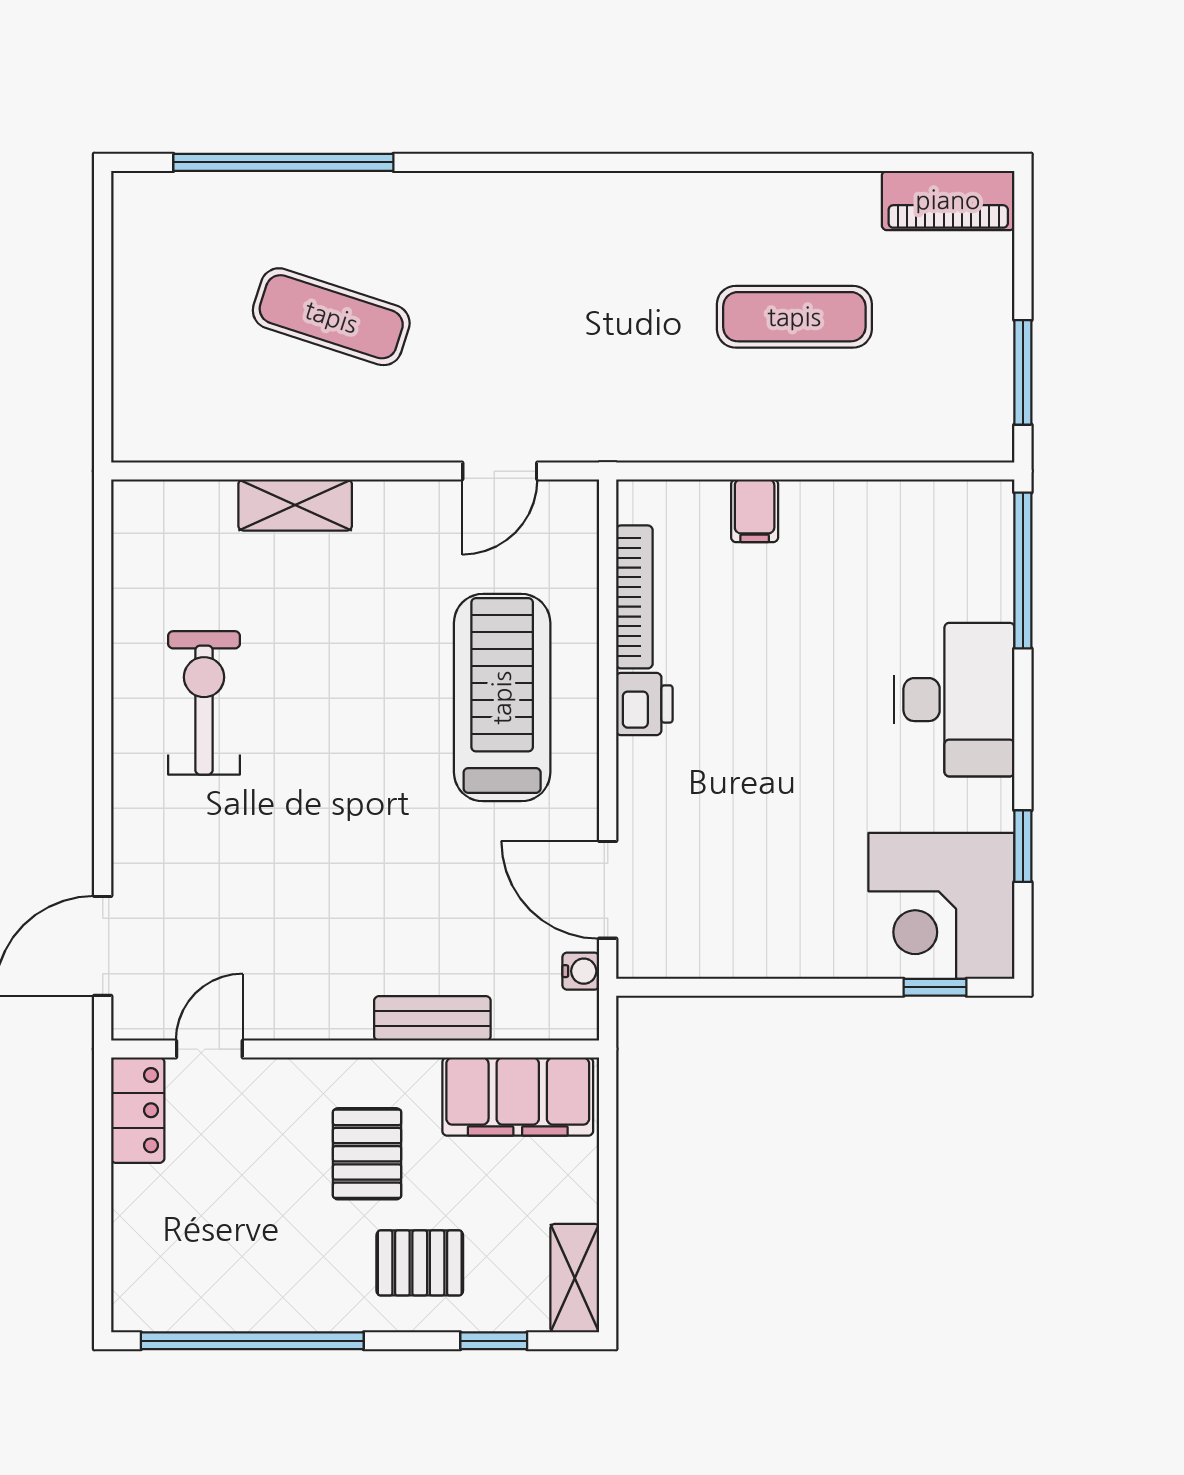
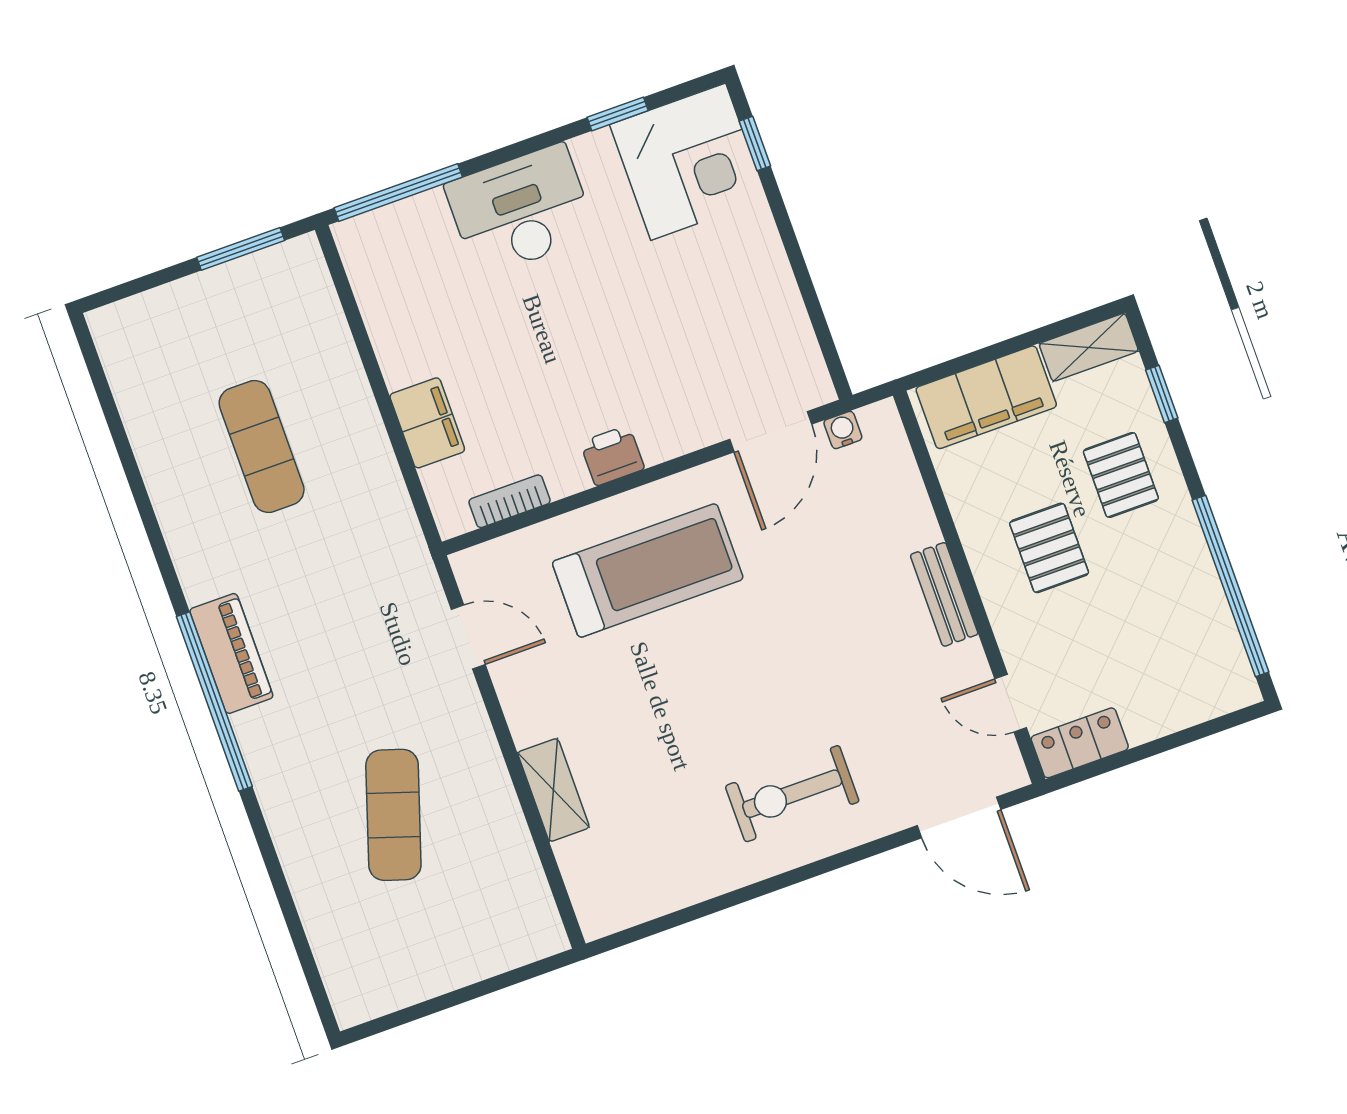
window: (283, 162) -> (214, 701), moved
piano: (948, 200) -> (231, 653), moved
filing cabinet: (755, 511) -> (427, 423), width x2.00
bookcase: (634, 597) -> (510, 501), width x0.64
treadmill: (502, 698) -> (648, 570), turned 180
exercise bike: (204, 703) -> (792, 794), moved
bench: (432, 1018) -> (944, 594), moved
filing cabinet: (518, 1097) -> (986, 397), moved, turned 90
pallet: (367, 1154) -> (1049, 548), turned 90

